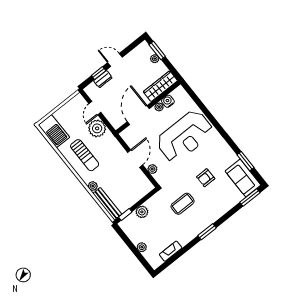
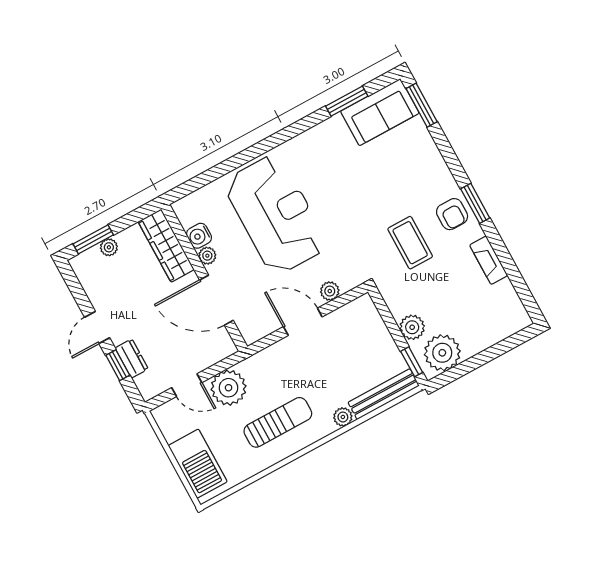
barbecue: (54, 131) -> (198, 464), moved, turned 90
armchair: (206, 178) -> (452, 214), moved
plant: (142, 247) -> (442, 353), moved, width x1.88, depth x1.88
fireplace: (171, 251) -> (489, 260), moved

